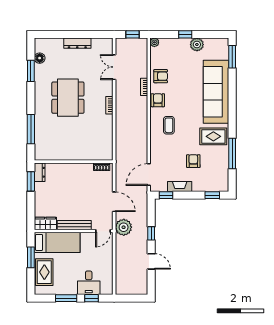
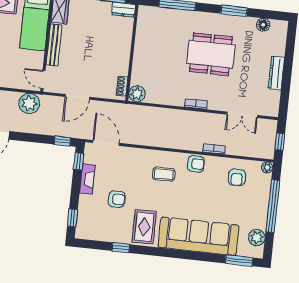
window: (185, 34) -> (273, 206), width x3.17
plant: (197, 45) -> (257, 238), moved
double door: (114, 67) -> (242, 115), swing flipped
window: (31, 71) -> (234, 11), moved
armchair: (161, 76) -> (237, 177), moved
window: (232, 153) -> (121, 248), width x0.46
plant: (106, 154) -> (137, 94), added
plant: (124, 227) -> (29, 103), moved
window: (151, 233) -> (62, 141), moved

